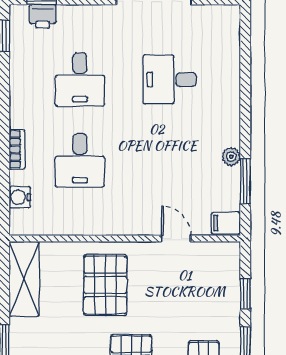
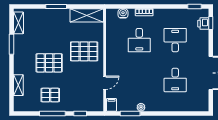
desk: (80, 79) -> (175, 40), turned 90
desk: (170, 79) -> (175, 80), turned 180
desk: (80, 160) -> (139, 40), turned -90

